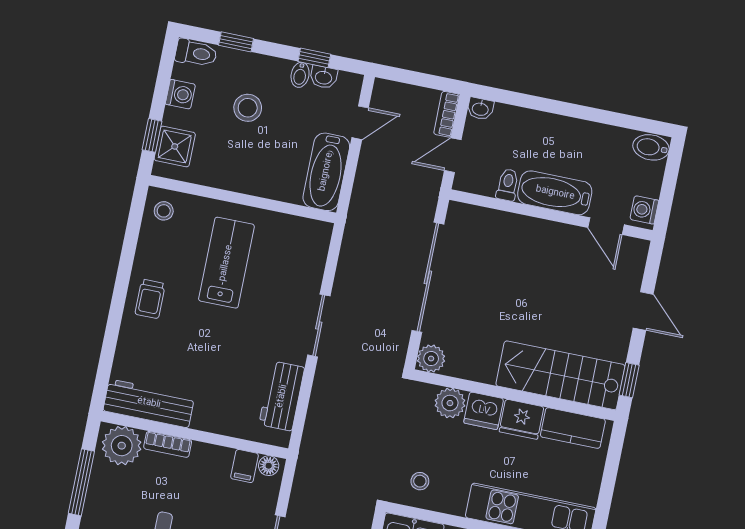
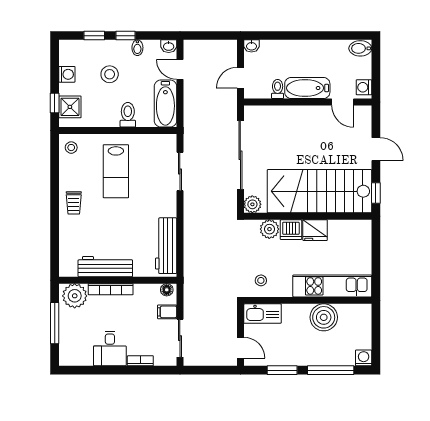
toilet: (196, 53) -> (128, 115), moved, turned -90
window: (314, 58) -> (125, 36), moved
washbasin: (324, 77) -> (169, 46), moved
bookcase: (447, 114) -> (232, 54), removed
door: (360, 123) -> (180, 69), swing flipped
lab bench: (226, 263) -> (116, 171), turned 180
sliding door: (319, 326) -> (180, 172), moved
stairs: (560, 375) -> (319, 191), width x1.36, depth x1.51
workbench: (282, 396) -> (166, 246), width x1.38
workbench: (149, 403) -> (105, 267), moved
kitchen counter: (573, 428) -> (347, 229), removed
bookcase: (168, 444) -> (111, 289), width x1.56
filing cabinet: (245, 466) -> (167, 312), moved, turned 90

